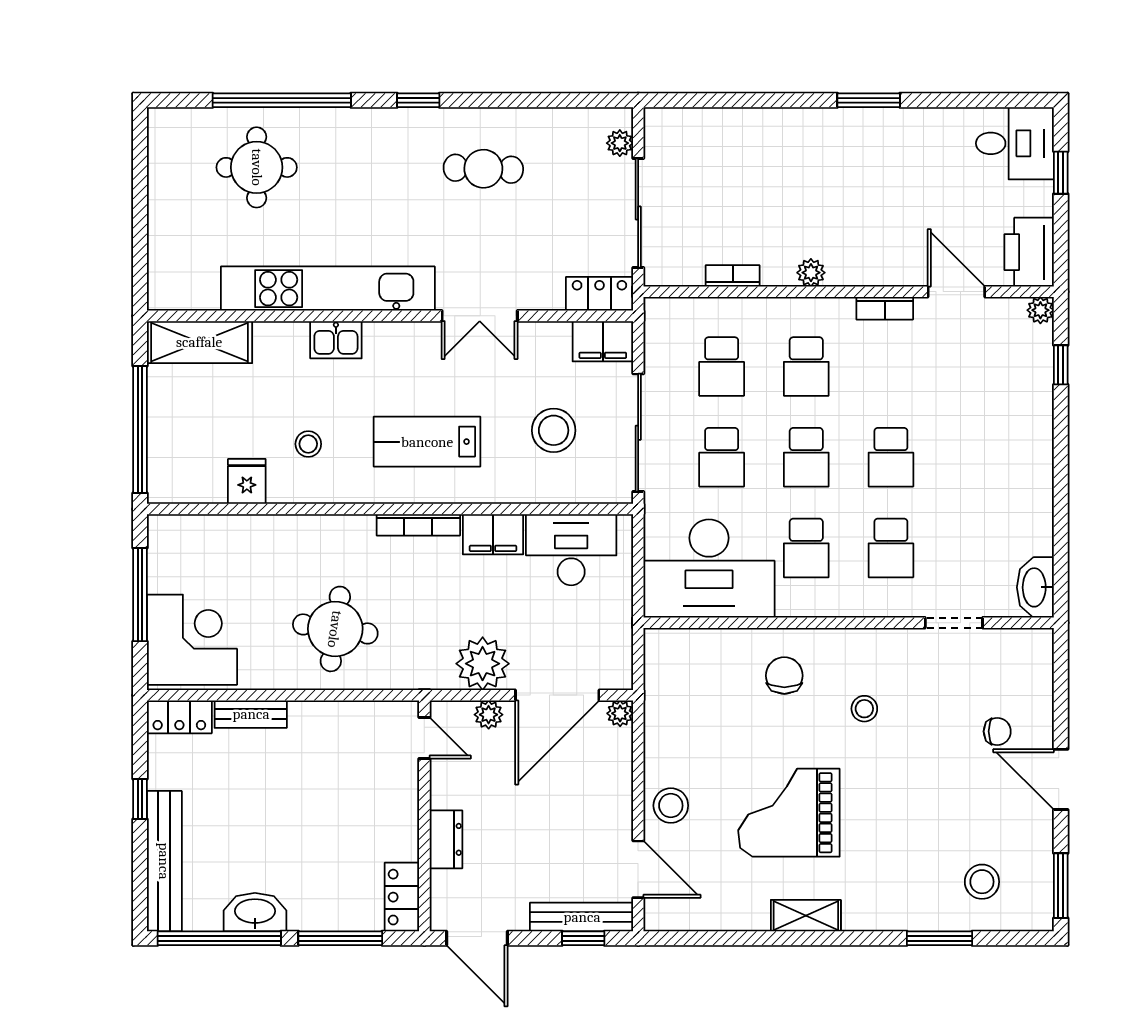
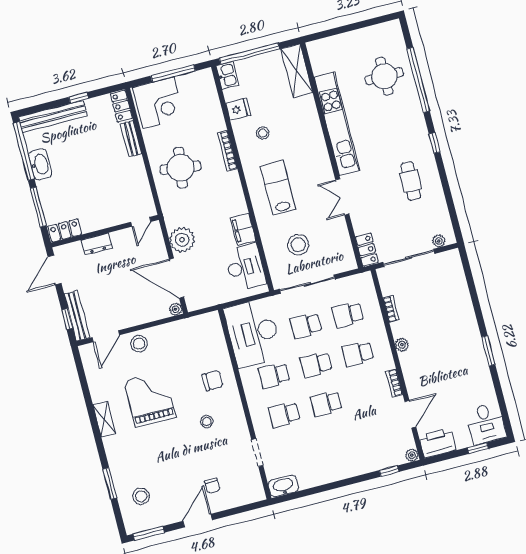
kitchen sink: (336, 340) -> (227, 75), moved, turned 180
filing cabinet: (603, 341) -> (345, 257), removed
bookcase: (418, 525) -> (227, 151), moved
plant: (489, 715) -> (159, 249), removed

